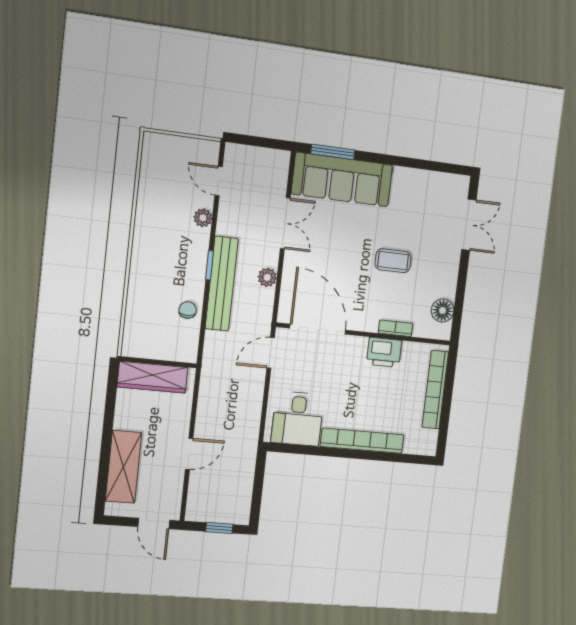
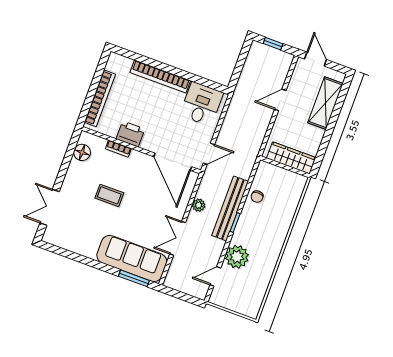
door: (219, 181) -> (215, 276), swing flipped
plant: (203, 218) -> (237, 257), width x1.87, depth x1.87

